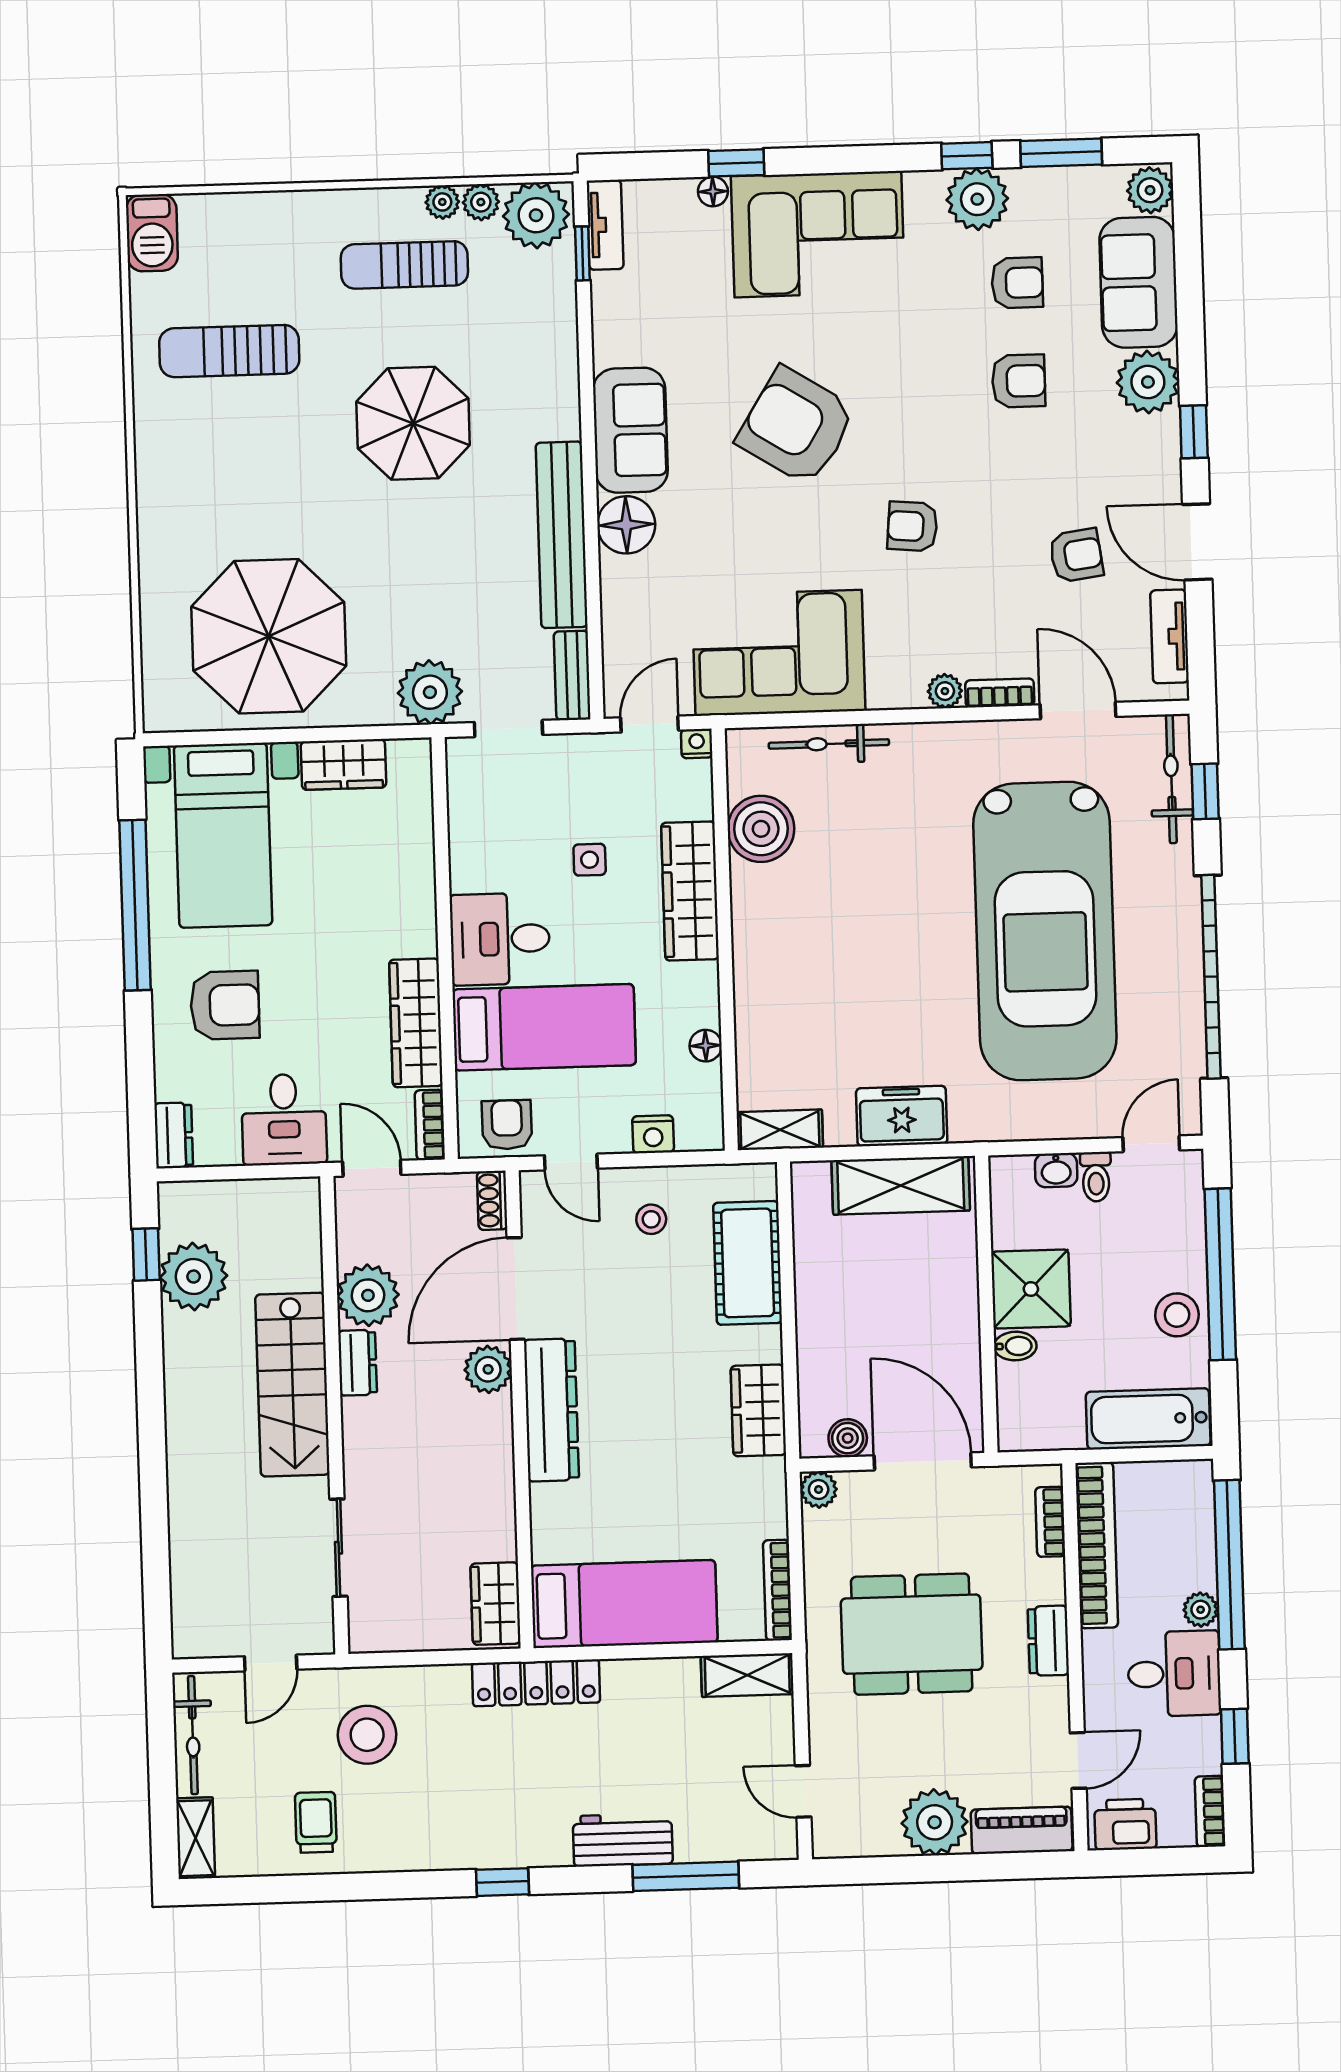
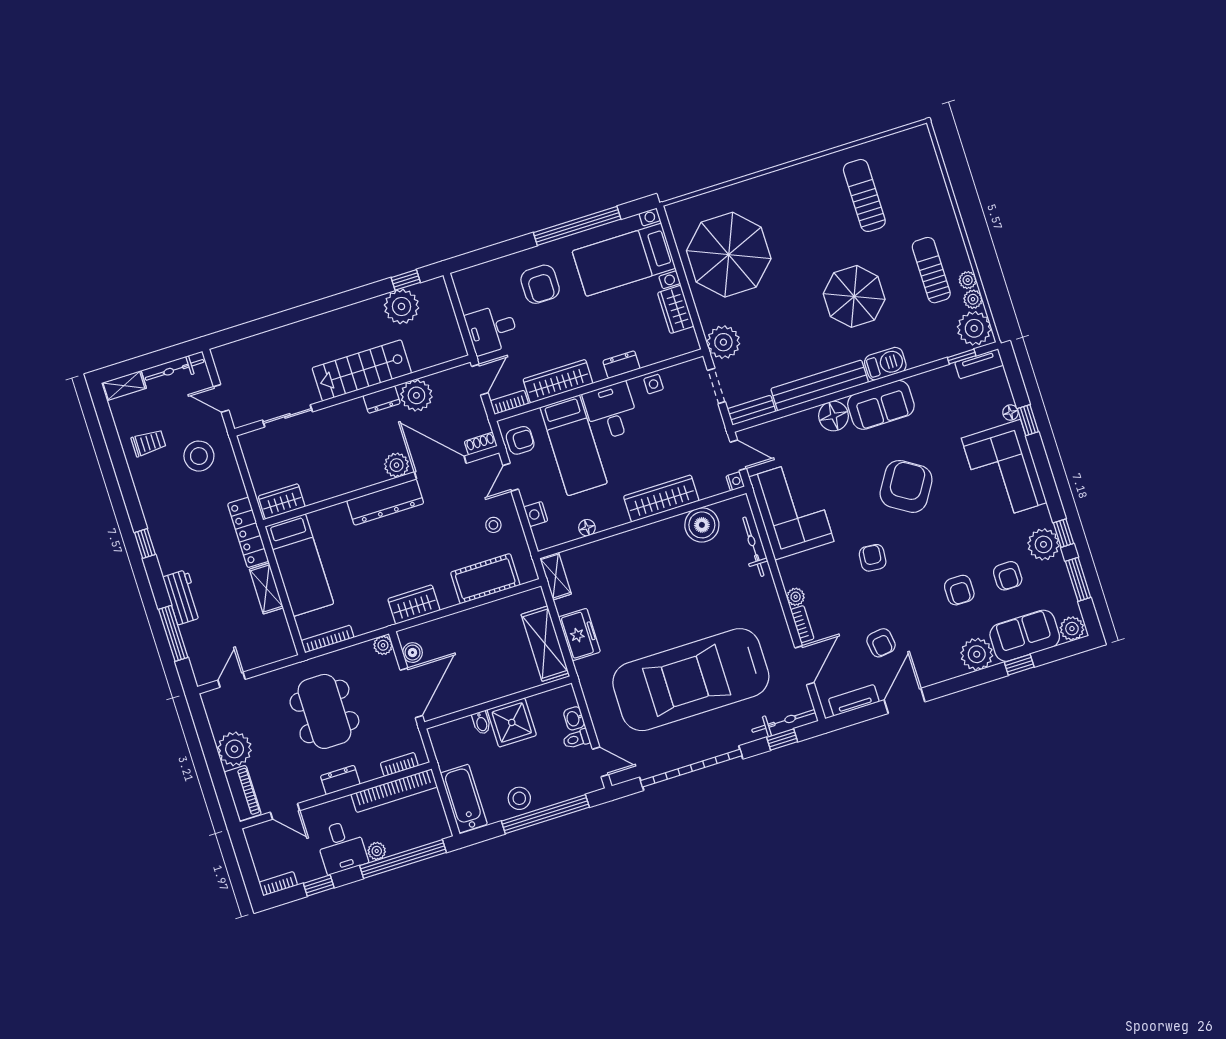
barbecue: (152, 233) -> (885, 364), moved, turned 180
window: (1194, 432) -> (1019, 665), moved
side table: (590, 860) -> (654, 384), moved
dresser: (174, 1135) -> (621, 365), moved, turned 180
shelving: (747, 1675) -> (266, 588), moved
printer: (1125, 1824) -> (260, 844), removed

